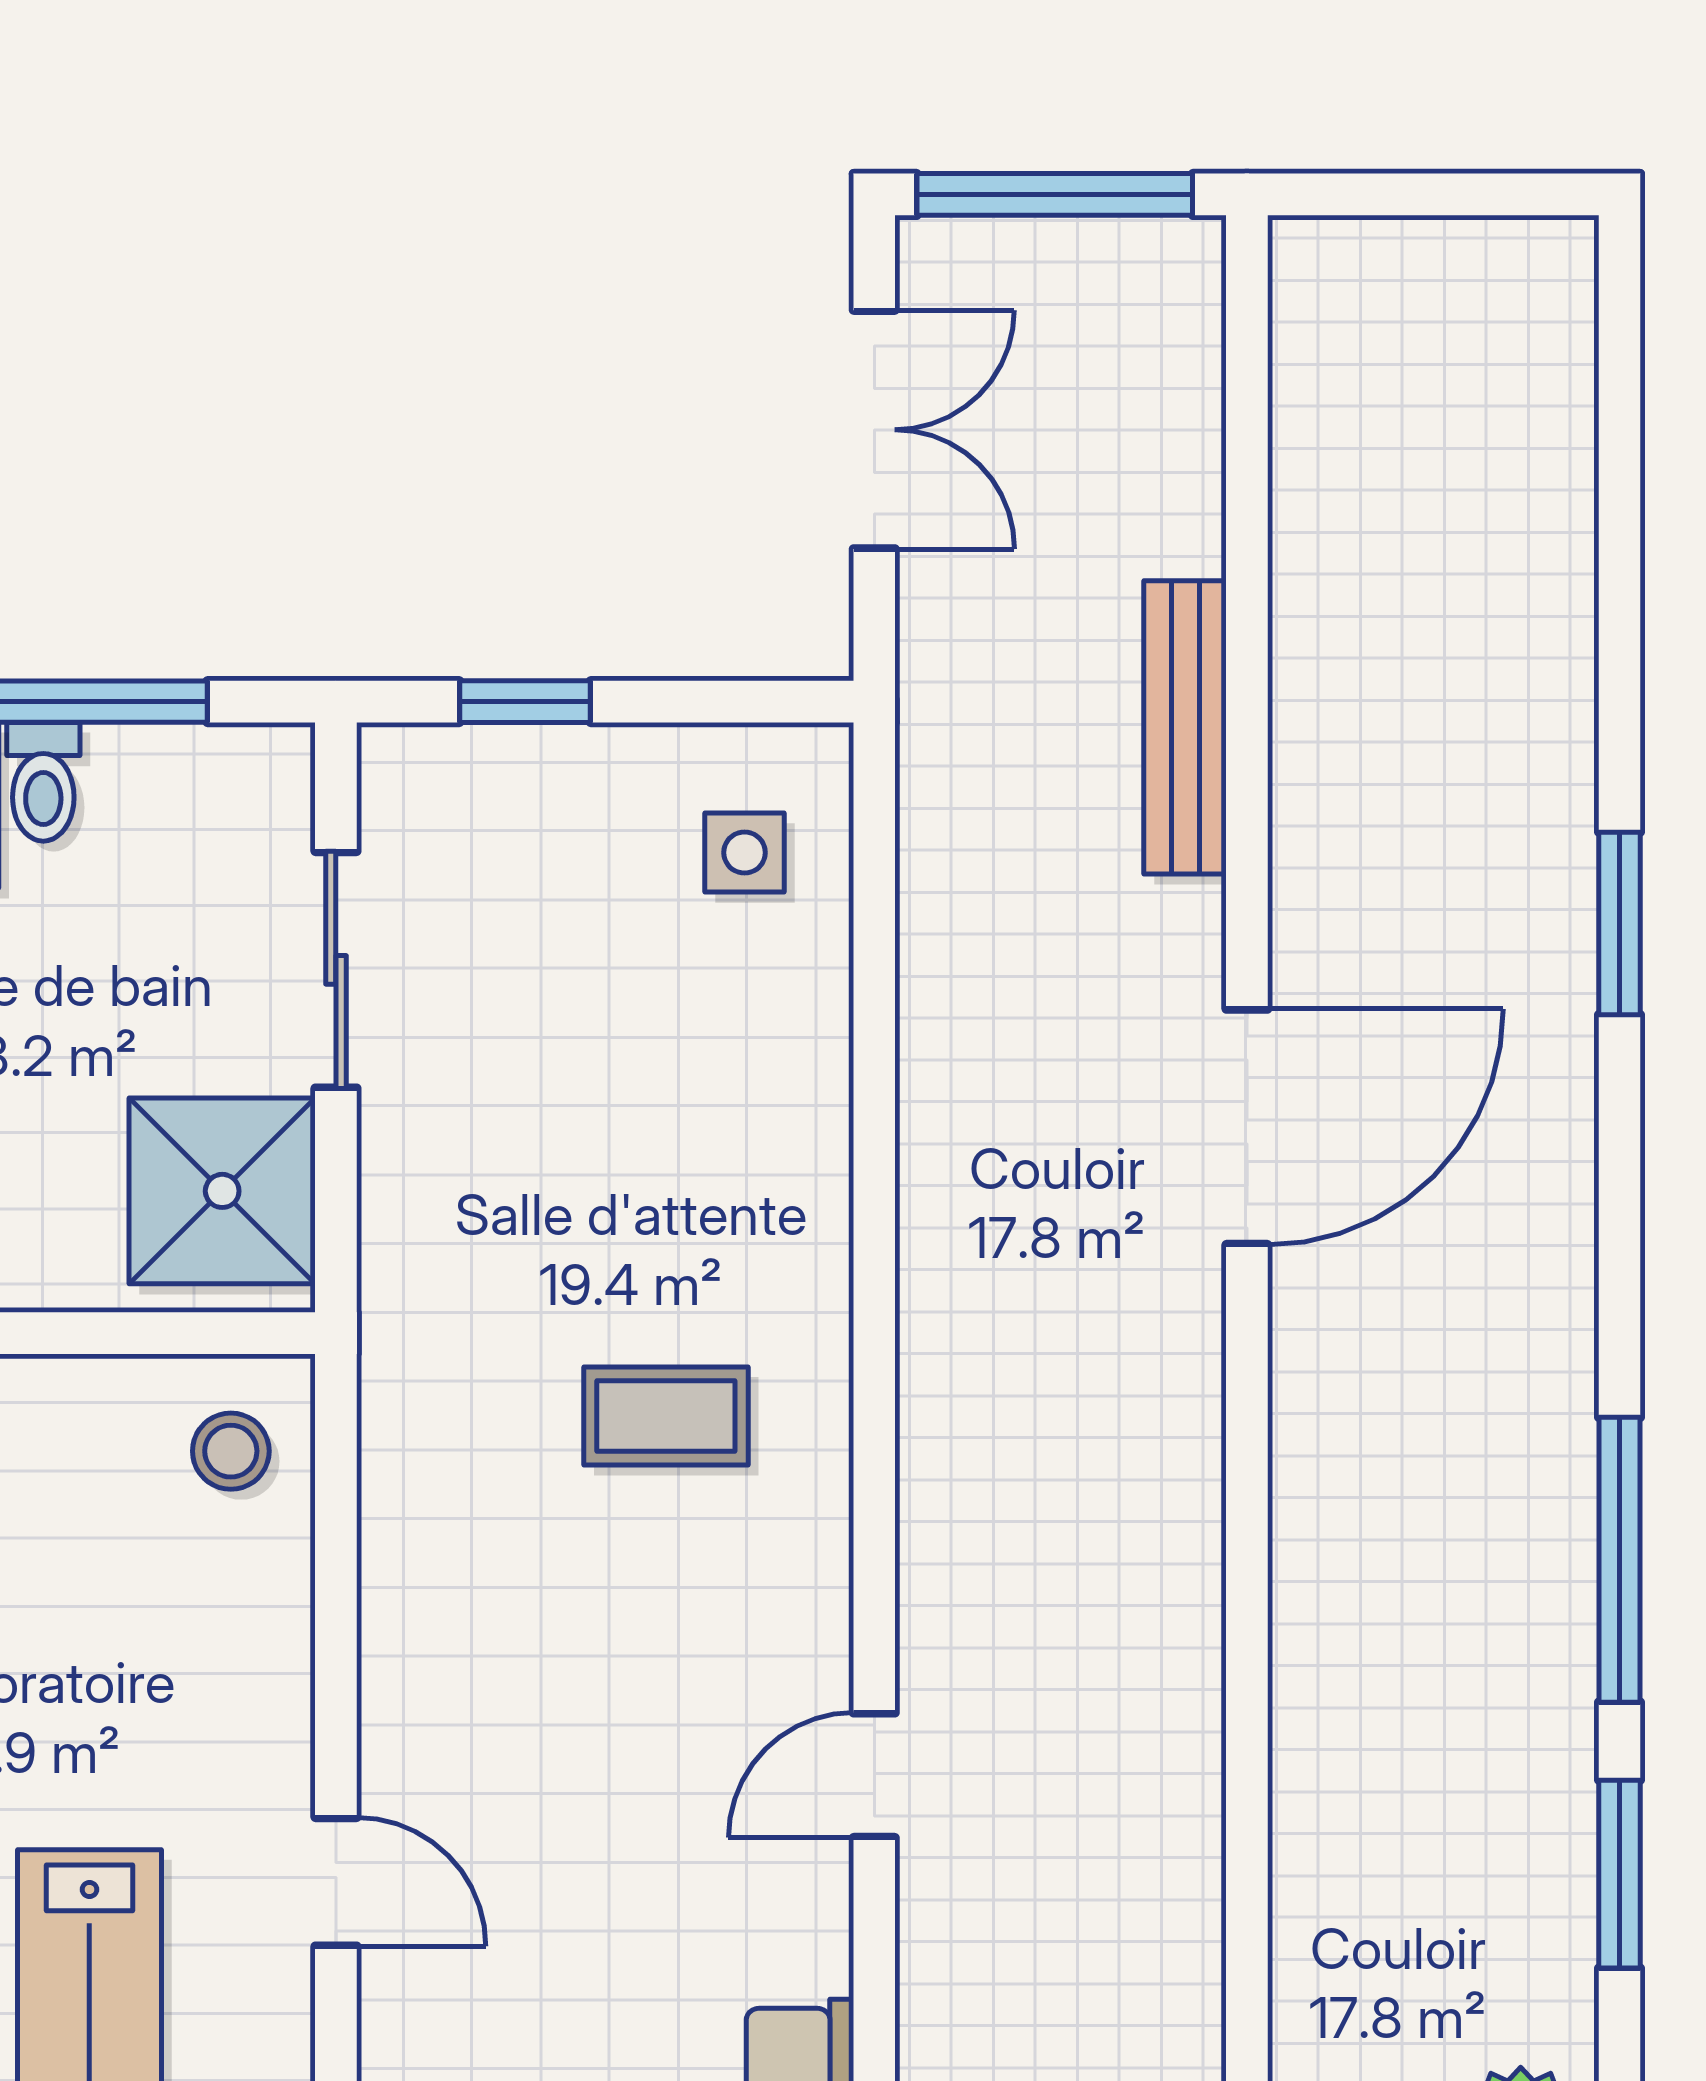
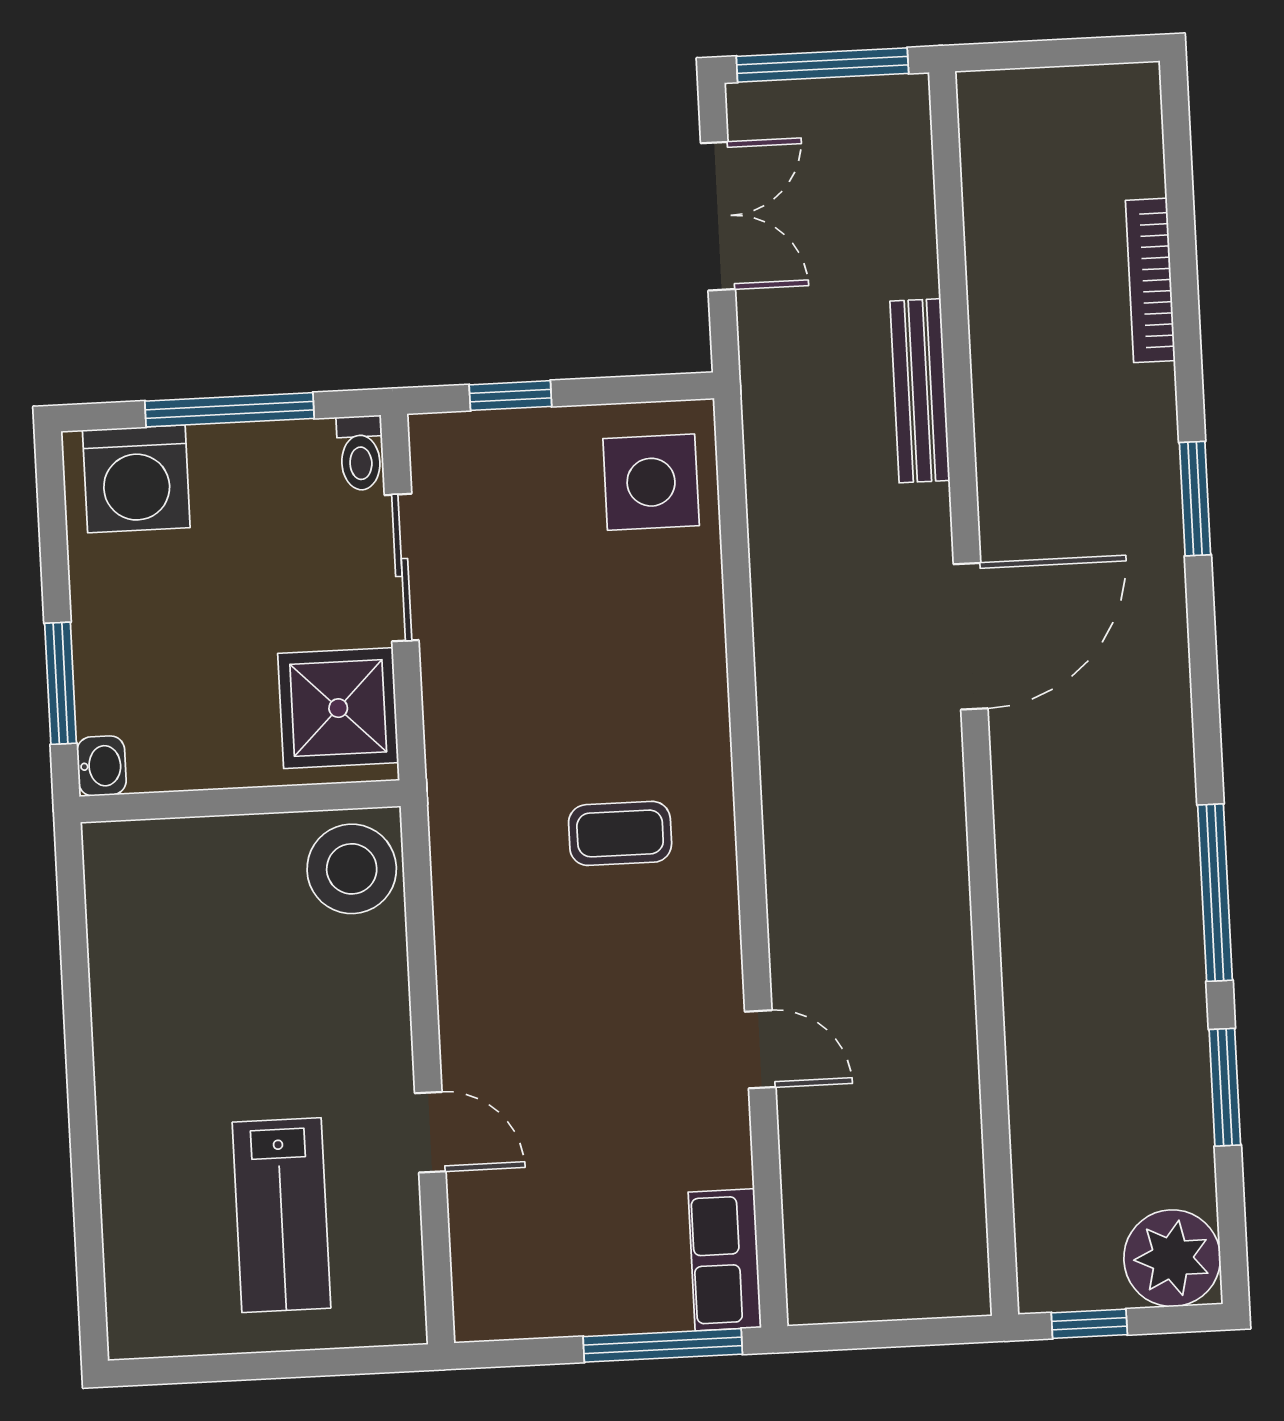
bookcase: (1565, 568) -> (1150, 280), added
toilet: (43, 782) -> (360, 453), moved
side table: (745, 853) -> (651, 482), width x1.87, depth x1.87
stool: (231, 1451) -> (352, 869), width x1.89, depth x1.89
door: (874, 1775) -> (760, 1049), swing flipped

